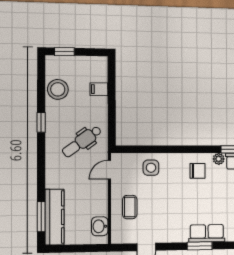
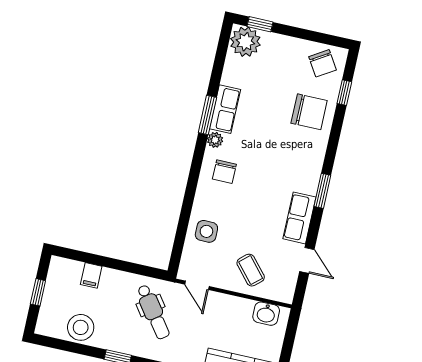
window: (64, 52) -> (38, 292), moved
chair: (197, 171) -> (224, 172), turned 180
coffee table: (130, 207) -> (251, 270), turned 49
row of seats: (207, 233) -> (299, 218), moved

